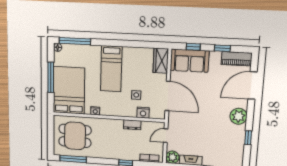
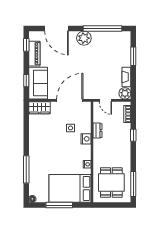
window: (75, 41) -> (26, 169), moved
window: (222, 48) -> (26, 45), moved
piano: (237, 59) -> (34, 54), moved
bed: (111, 69) -> (49, 151), removed
nightstand: (143, 113) -> (86, 139), moved
window: (248, 138) -> (102, 28), width x3.17

